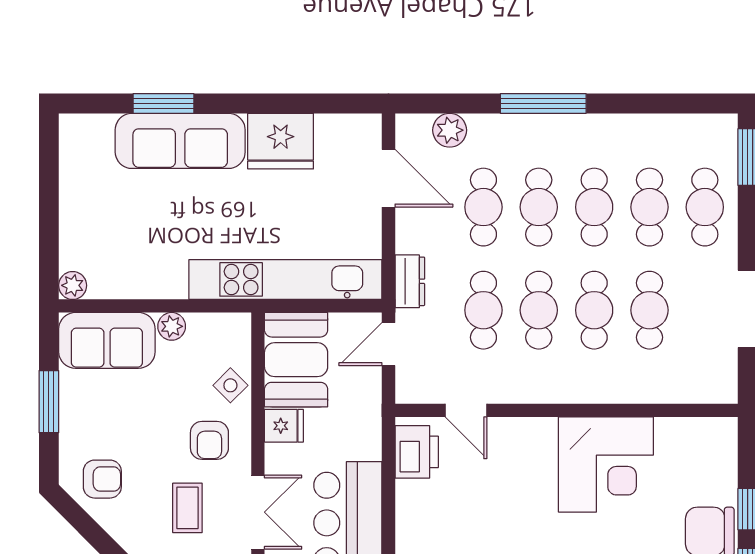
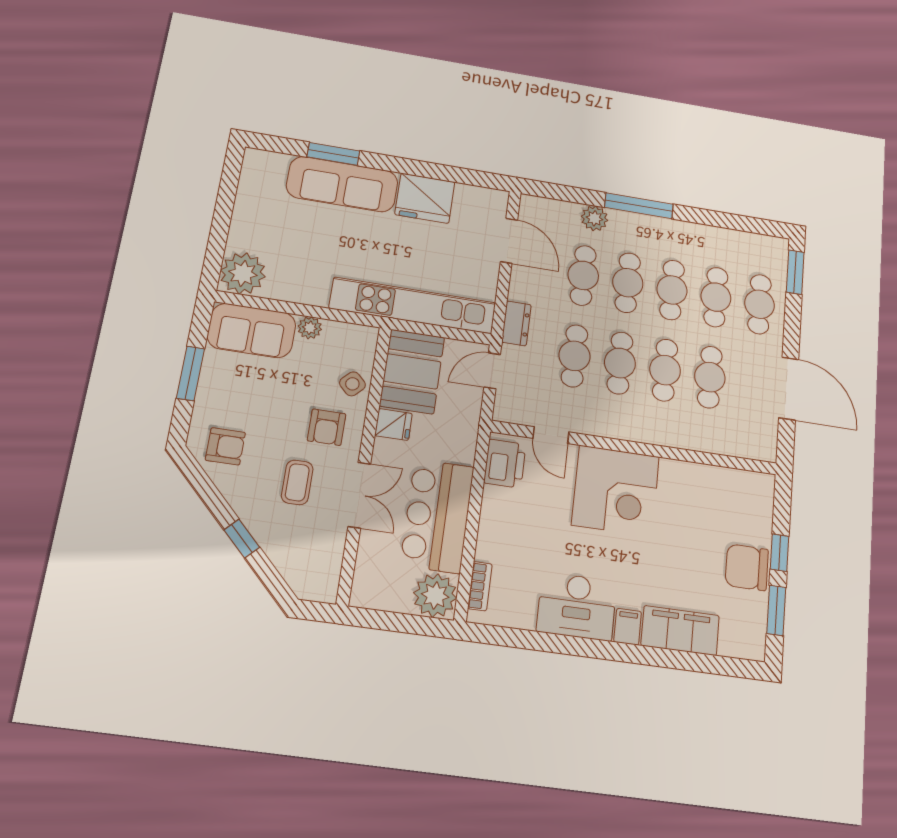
plant: (450, 130) -> (594, 218), moved
plant: (73, 285) -> (243, 273), width x1.88, depth x1.88
corner desk: (606, 465) -> (616, 491), moved

